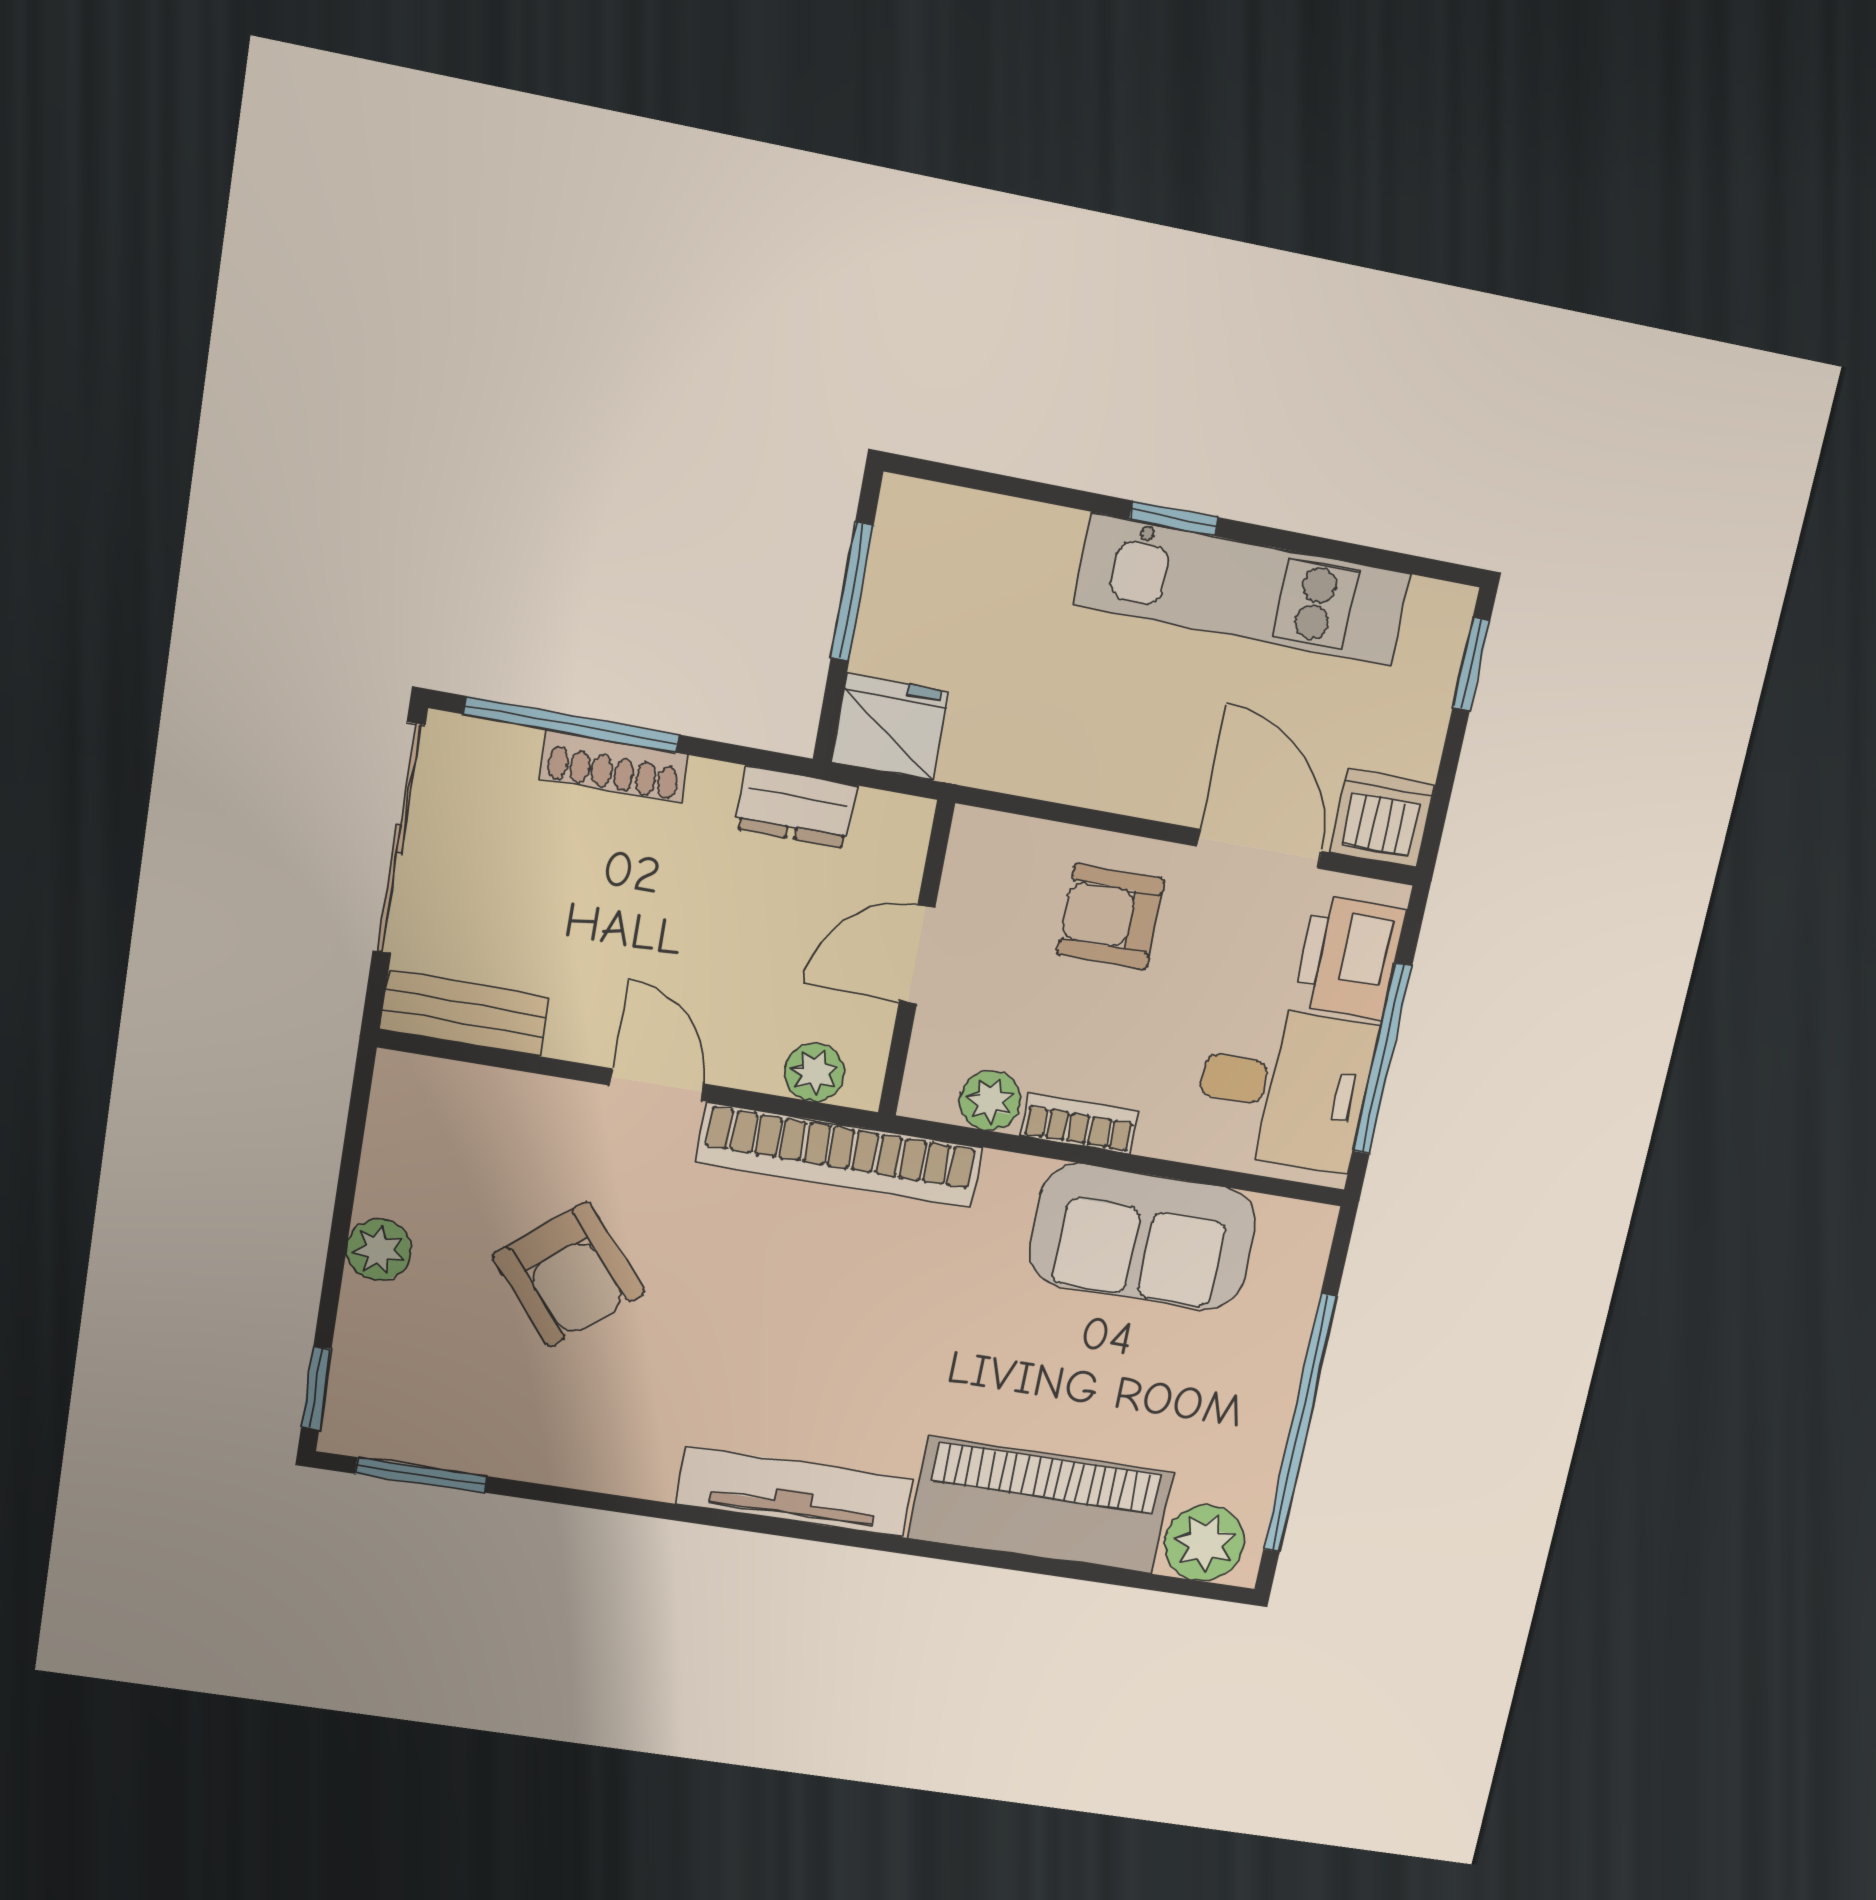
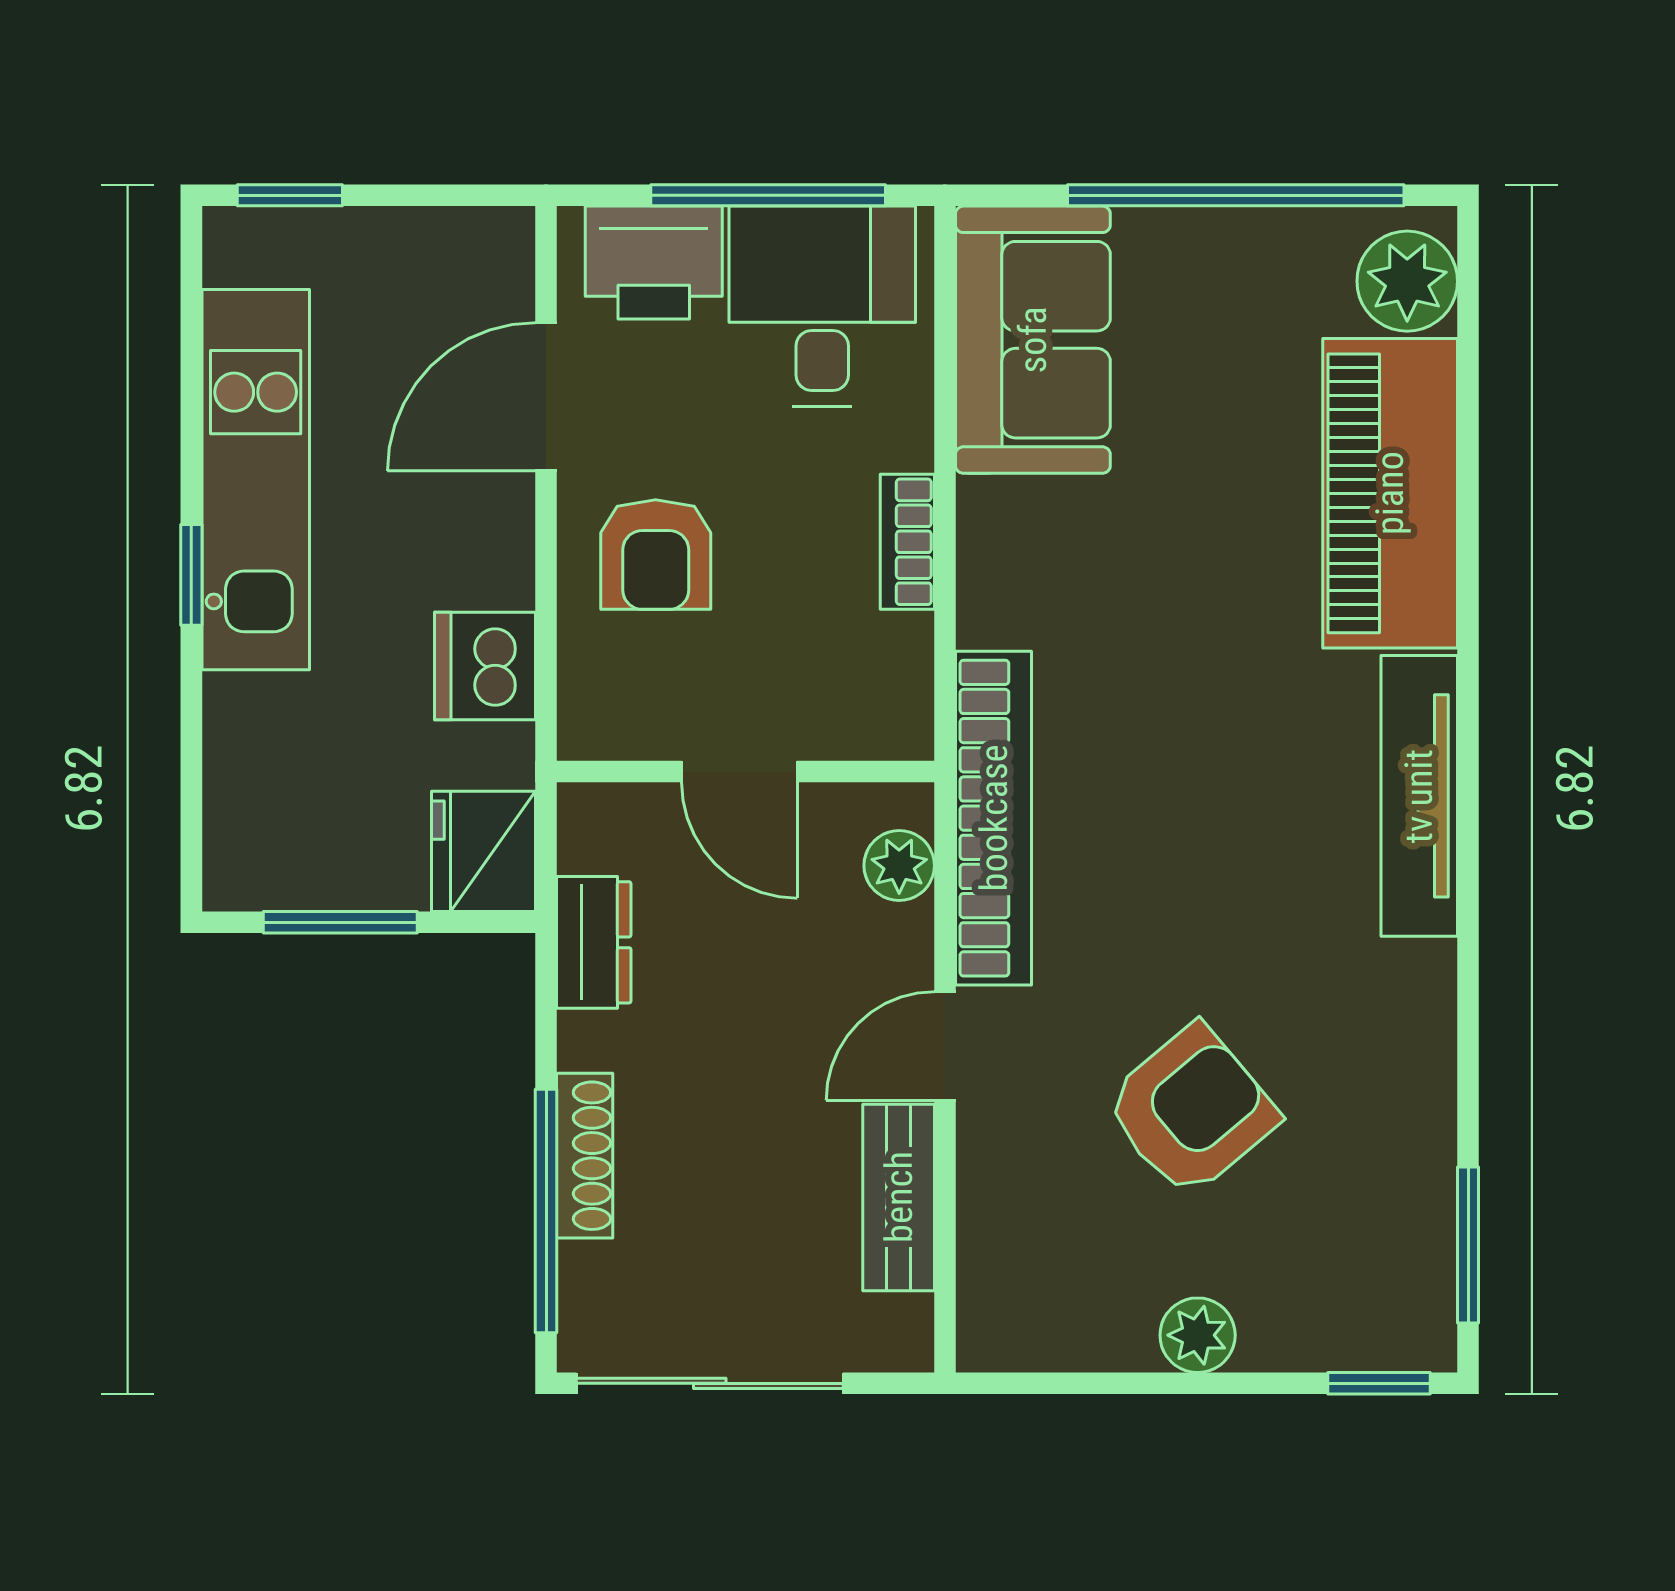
dishwasher: (1382, 818) -> (485, 666), moved
bench: (465, 1013) -> (899, 1197), moved
plant: (990, 1101) -> (898, 653), removed
sofa: (1142, 1237) -> (1033, 340), moved

